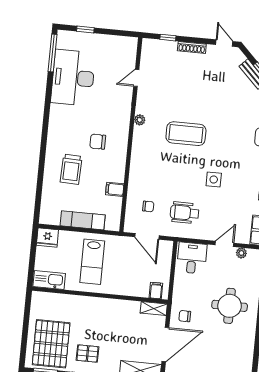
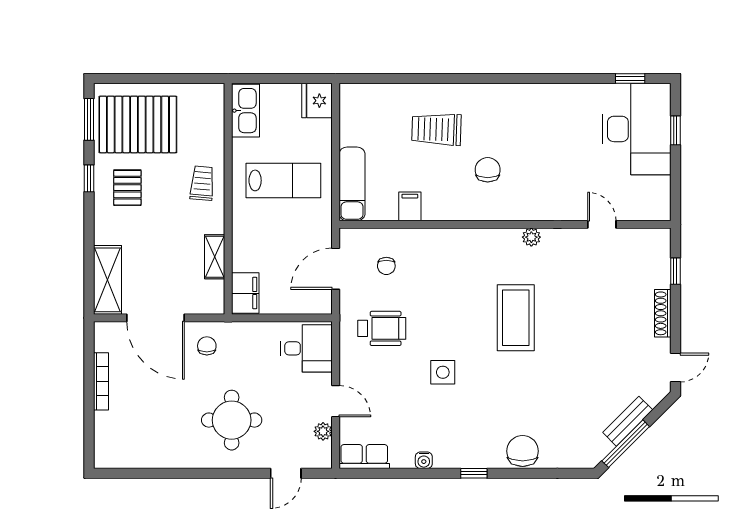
window: (52, 53) -> (630, 78), width x0.46
desk: (73, 78) -> (636, 129), moved, turned 90
wheelchair: (185, 213) -> (382, 328), turned 90
exam couch: (83, 220) -> (352, 184), moved
lab bench: (92, 262) -> (283, 180), turned 180
filing cabinet: (156, 291) -> (245, 293), width x2.00
shelving: (154, 308) -> (215, 257), moved
trolley: (89, 309) -> (202, 183), added

